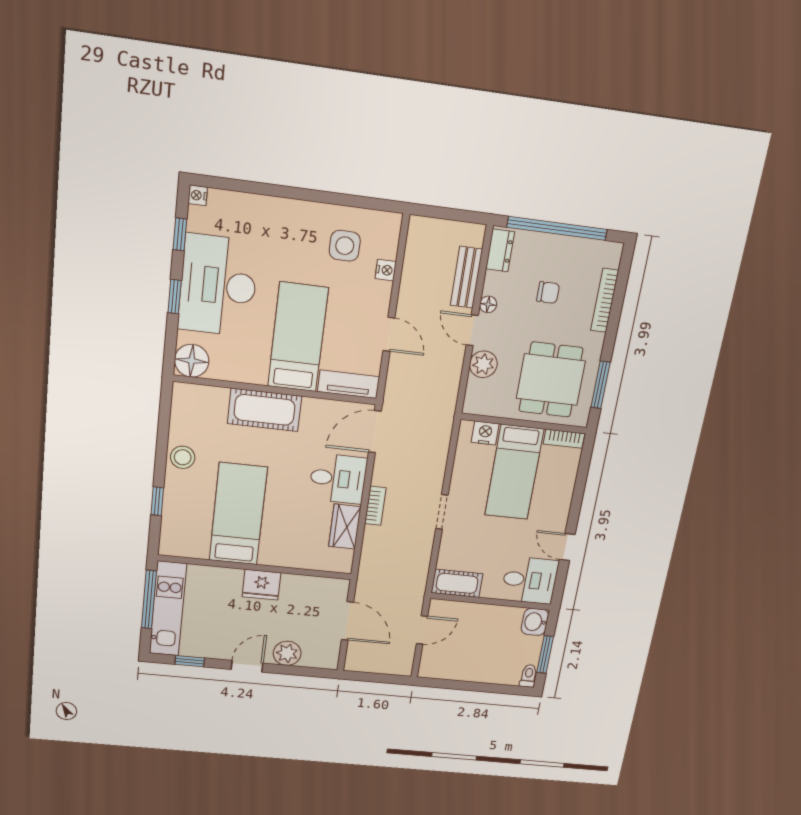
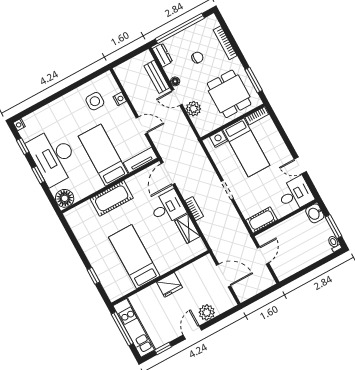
stool: (183, 457) -> (91, 246), removed

